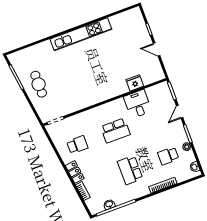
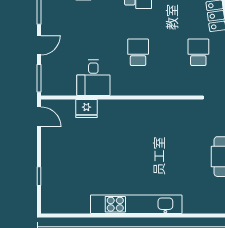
door: (156, 49) -> (39, 117), moved
school desk: (115, 131) -> (138, 52), width x0.54
school desk: (77, 145) -> (198, 52), turned 90

